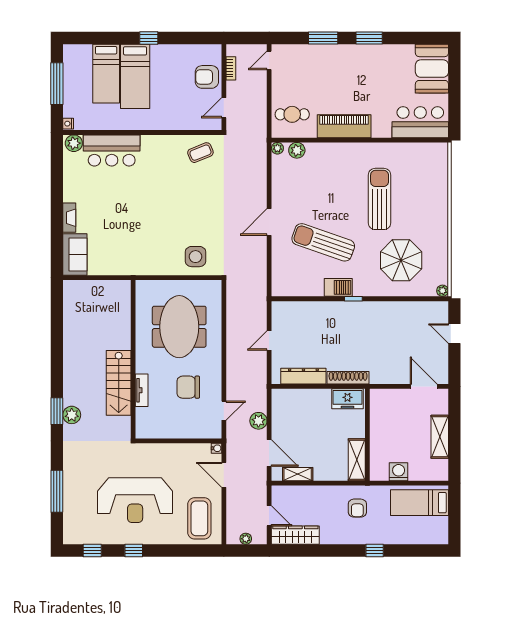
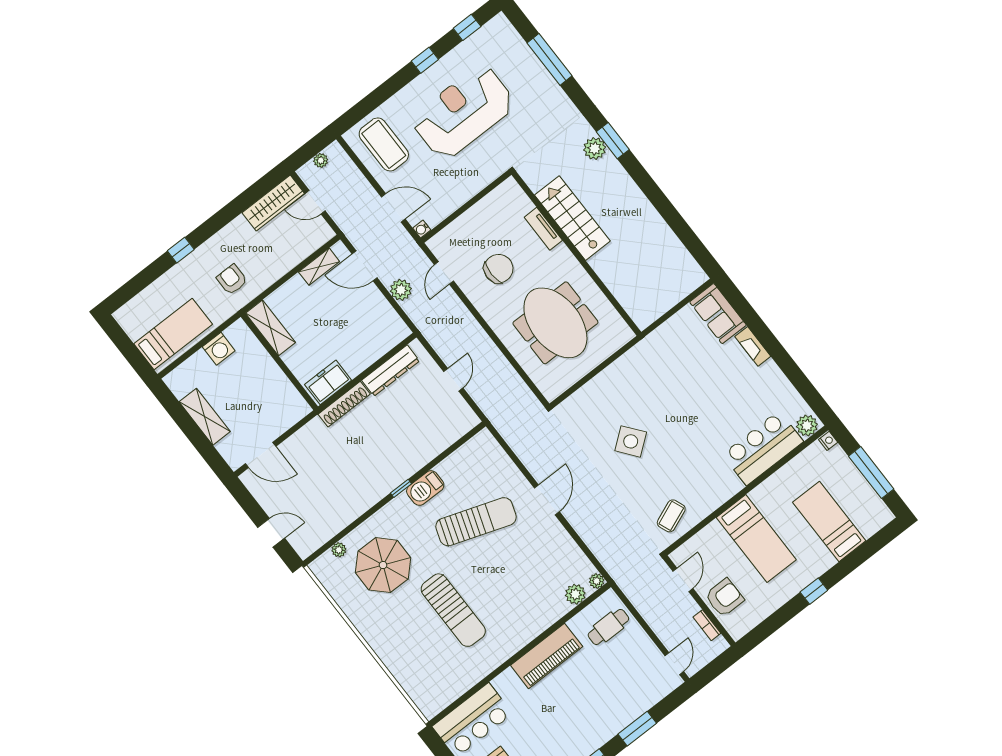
bed: (135, 76) -> (756, 539), moved, turned 180
side table: (196, 257) -> (631, 441), moved, turned -38
plant: (443, 291) -> (339, 550), moved

